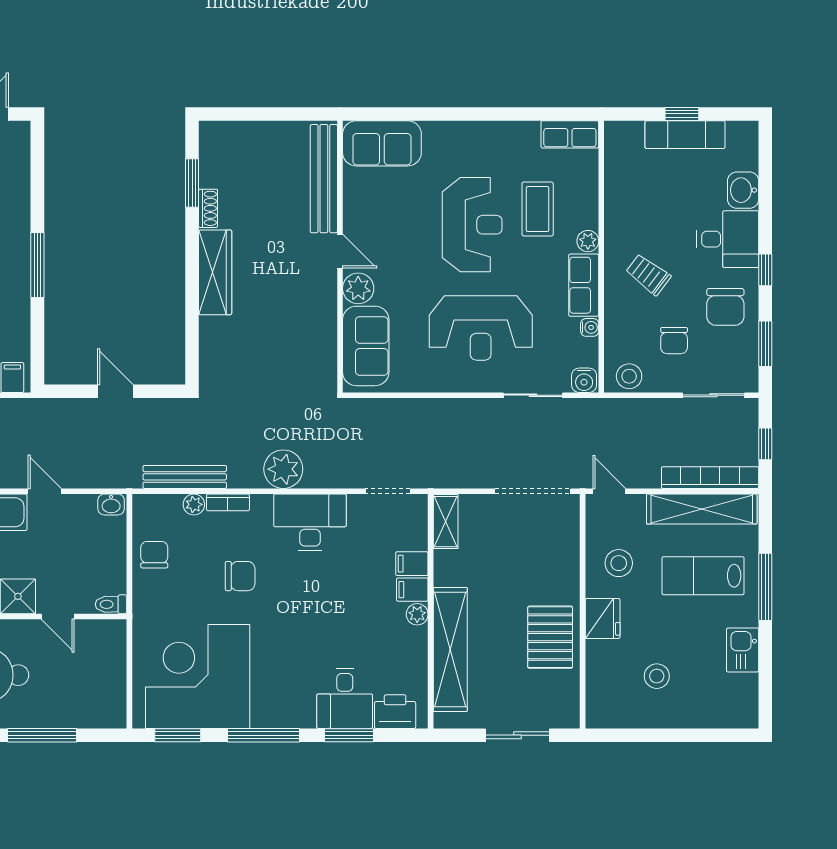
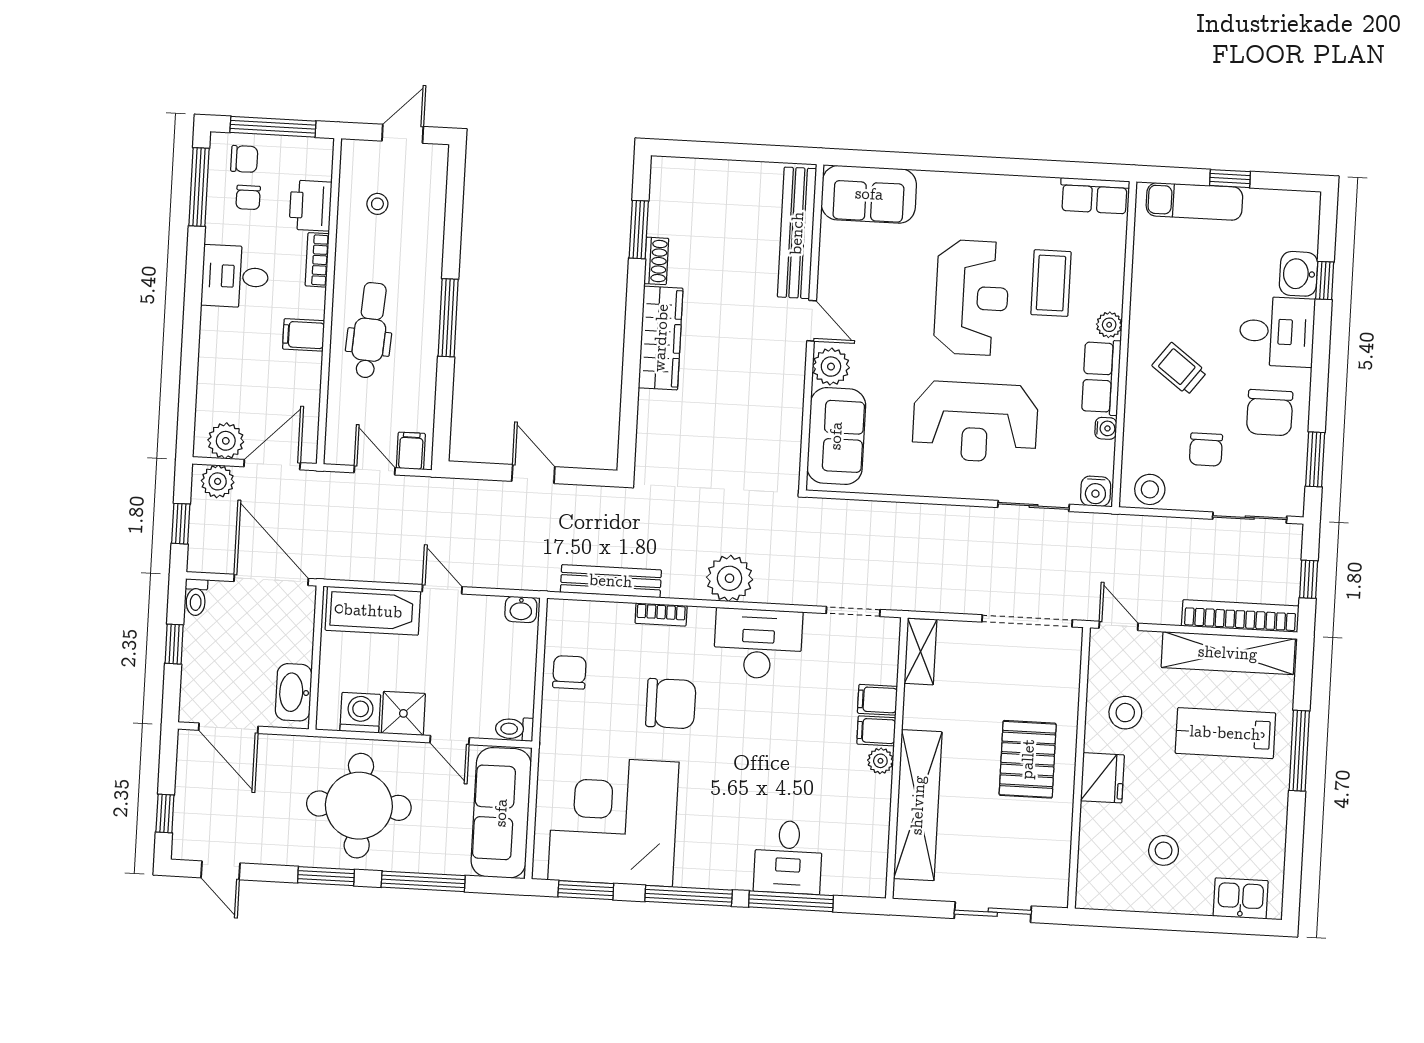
exam couch: (685, 135) -> (1194, 201), moved
window: (765, 270) -> (1325, 281), moved
plant: (194, 504) -> (620, 615), removed
chair: (240, 576) -> (671, 704), width x1.37, depth x1.37
pallet: (550, 637) -> (1028, 759), moved
kitchen sink: (743, 650) -> (1241, 898), moved, turned 90
sofa: (104, 675) -> (501, 813), added
printer: (395, 712) -> (848, 876), removed
window: (349, 735) -> (791, 901), width x1.44

